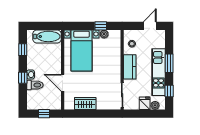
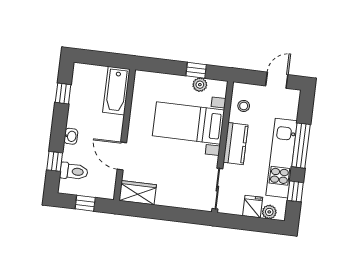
bathtub: (47, 36) -> (116, 91), moved, turned 90
bed with nightstands: (82, 50) -> (188, 123), moved, turned 90
window: (169, 63) -> (301, 146), width x1.44
window: (23, 78) -> (55, 161), moved
toilet: (35, 85) -> (74, 171), moved
wardrobe: (85, 103) -> (138, 193), moved

